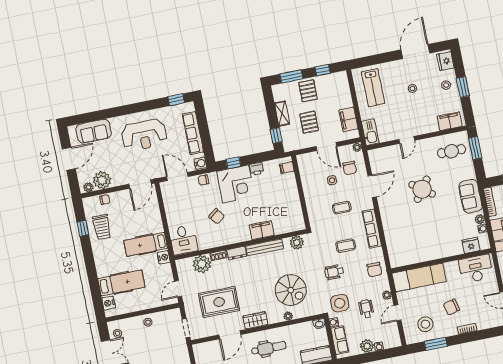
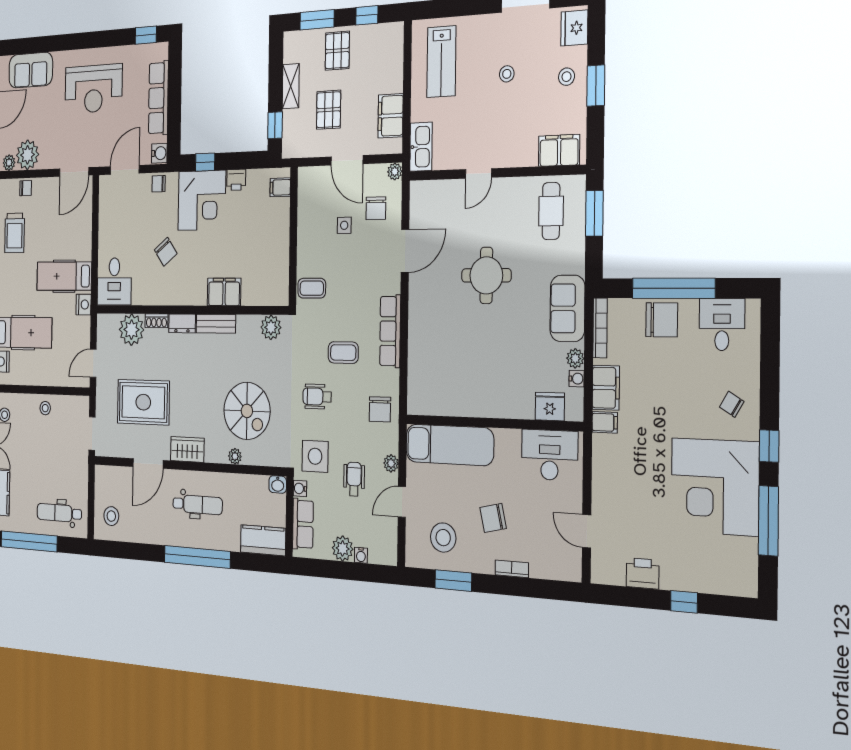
cafe table: (451, 151) -> (551, 211), turned 90
door: (177, 177) -> (125, 170), hinge flipped
round table: (422, 189) -> (486, 275), turned -36
coffee table: (342, 208) -> (312, 288), moved
bench: (265, 247) -> (216, 324), width x0.73

